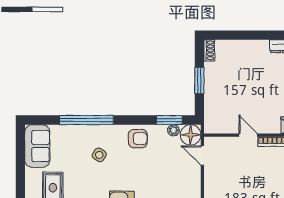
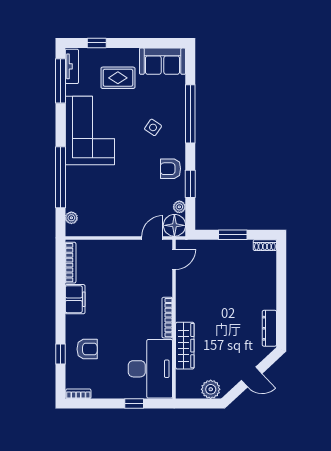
window: (169, 120) -> (190, 184), moved
door: (248, 135) -> (174, 259), moved
armchair: (138, 139) -> (171, 169), turned 90

